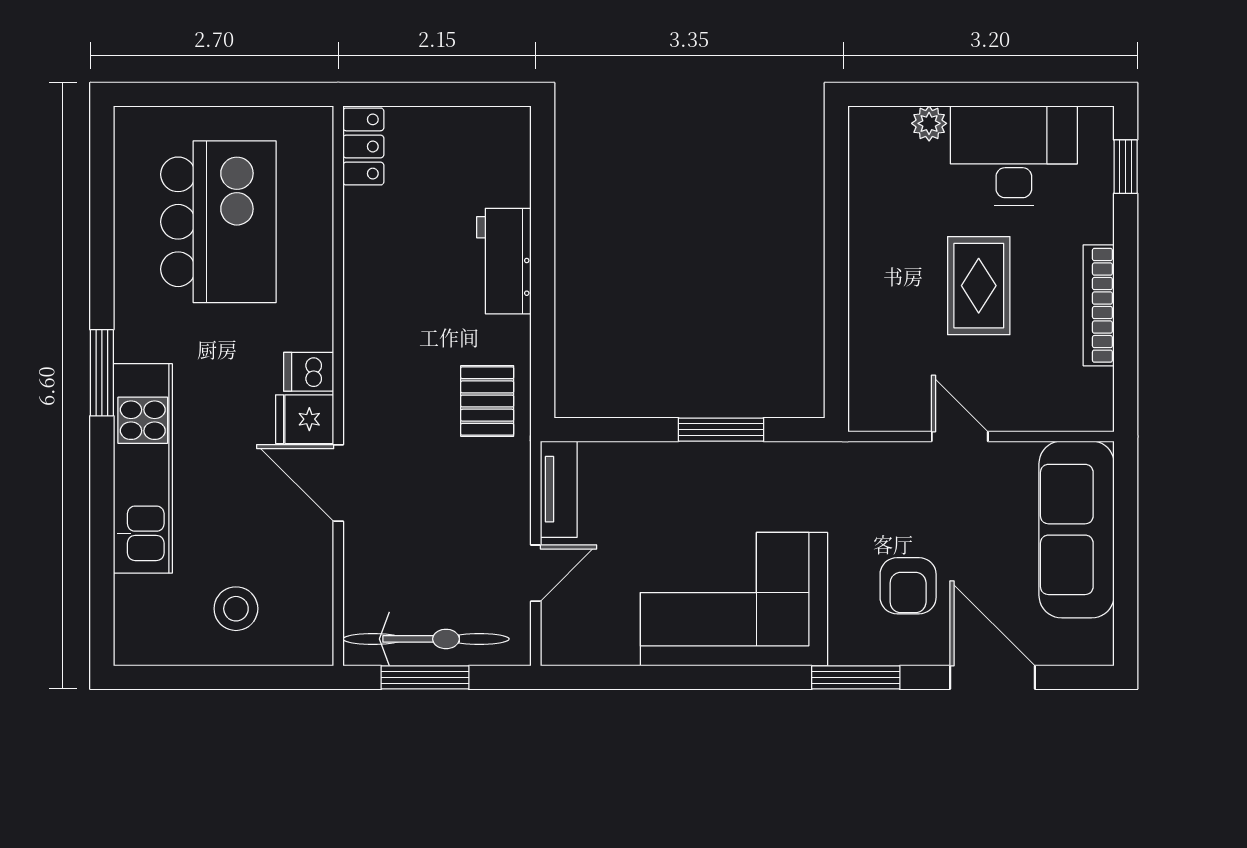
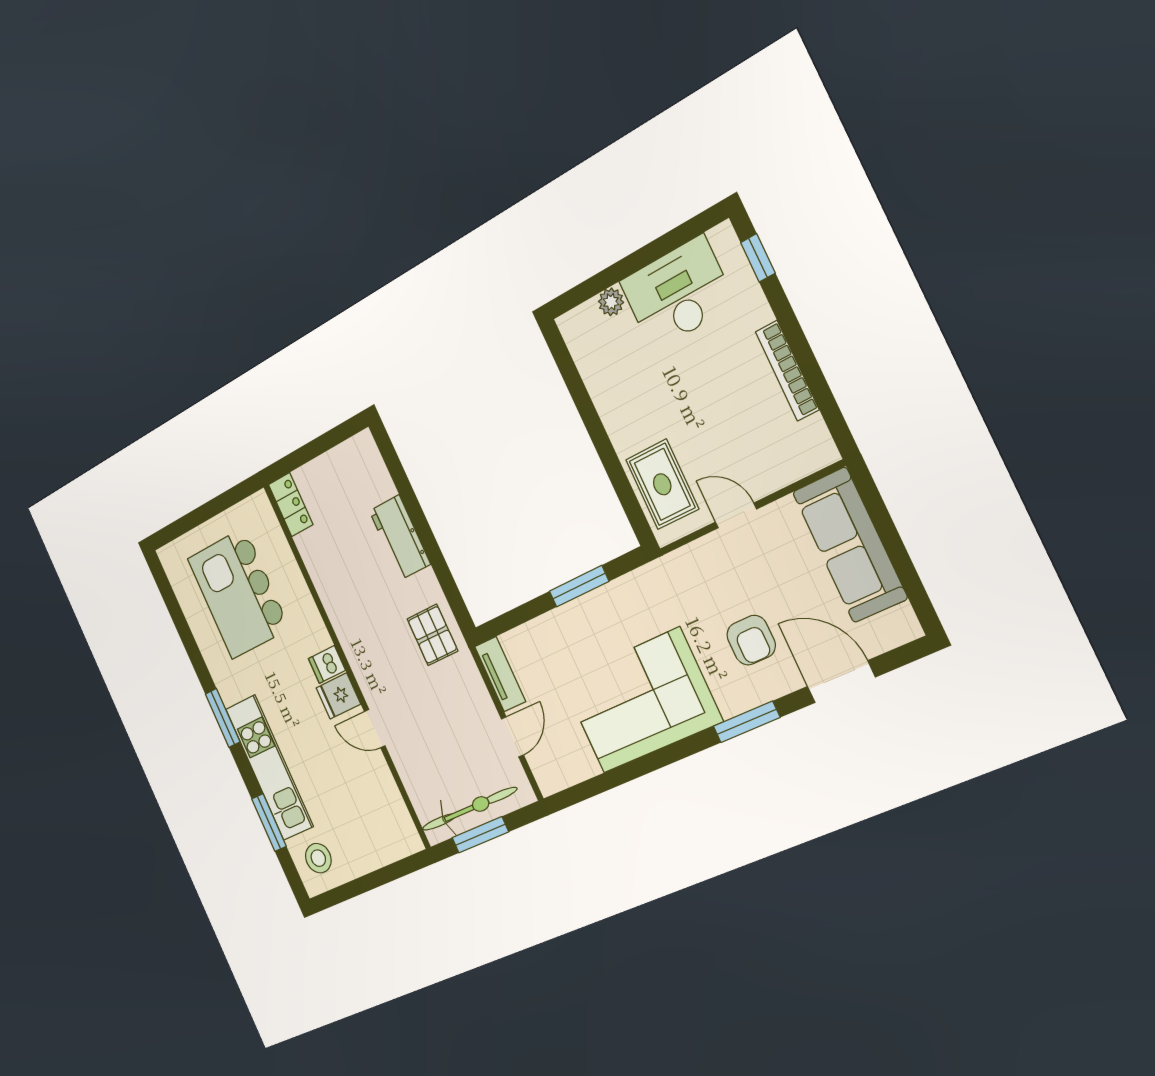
kitchen island: (218, 222) -> (238, 593), turned 180
rug: (979, 286) -> (662, 484), moved
door: (338, 483) -> (375, 729), width x0.73
window: (102, 541) -> (269, 823), added
stool: (236, 609) -> (318, 858), moved

